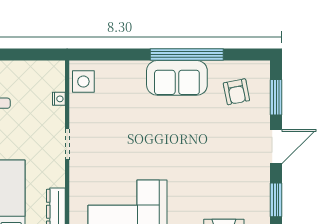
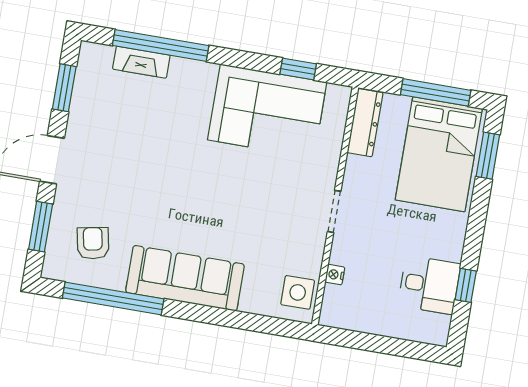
window: (187, 55) -> (113, 298), moved
sofa: (177, 78) -> (185, 278), width x1.36

